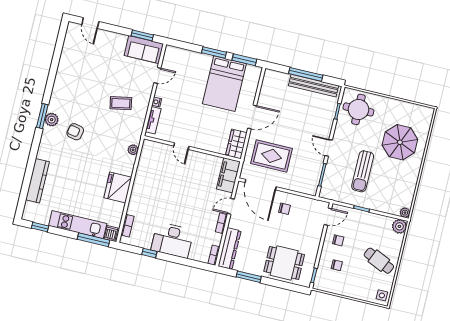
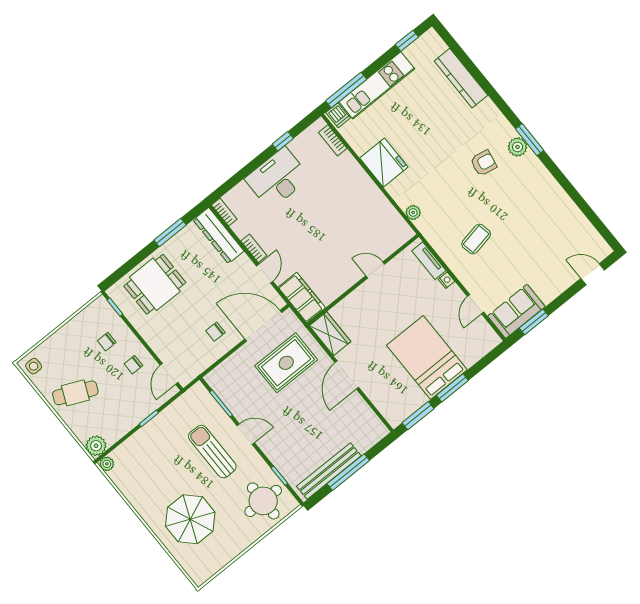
bed: (224, 84) -> (427, 357), moved
sun lounger: (363, 171) -> (212, 452), moved

